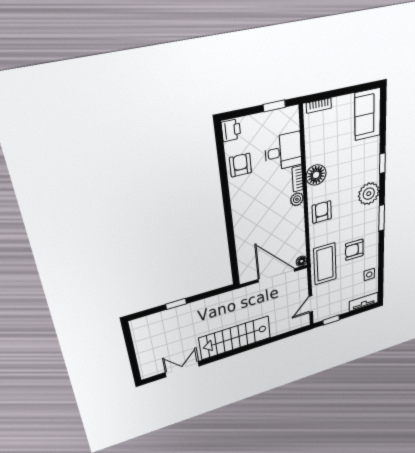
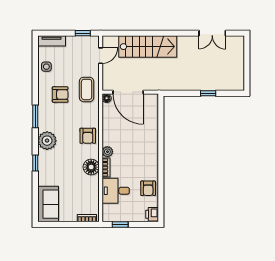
coffee table: (325, 264) -> (87, 89), width x0.73, depth x0.76
stairs: (235, 338) -> (148, 47), moved

